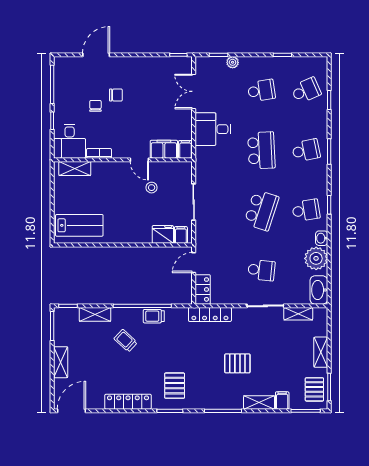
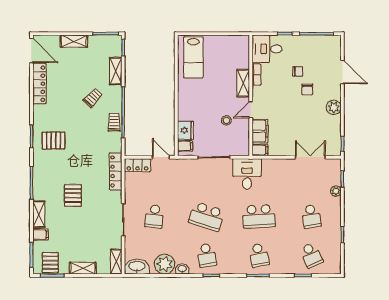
plant: (137, 65) -> (334, 107), added
desk: (213, 129) -> (247, 174), moved
shelving: (75, 168) -> (243, 83), moved
shelving: (298, 314) -> (116, 262), moved
pallet: (314, 389) -> (50, 263), turned 90
locker: (128, 402) -> (39, 84), moved

